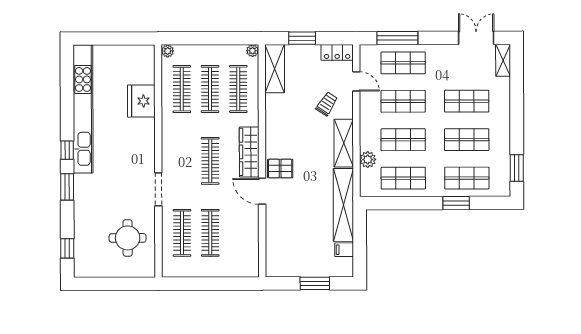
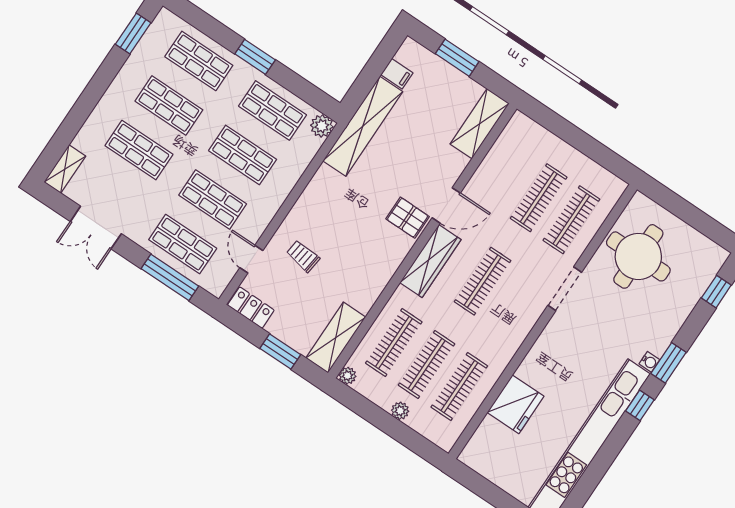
double door: (476, 38) -> (96, 228), moved
plant: (168, 51) -> (400, 411), moved
trolley: (327, 104) -> (303, 256), turned 64
shelving: (344, 143) -> (480, 124), moved
plant: (368, 160) -> (322, 126), moved
water cooler: (79, 180) -> (649, 362), added
door: (262, 191) -> (446, 205), hinge flipped
window: (456, 203) -> (255, 57), moved
round table: (128, 238) -> (638, 256), width x1.36, depth x1.36

